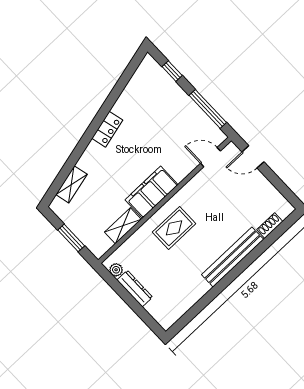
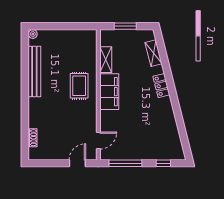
locker: (107, 129) -> (161, 86), moved
bench: (233, 257) -> (34, 72), moved
plant: (116, 270) -> (33, 34), moved
dresser: (135, 289) -> (67, 35), removed

